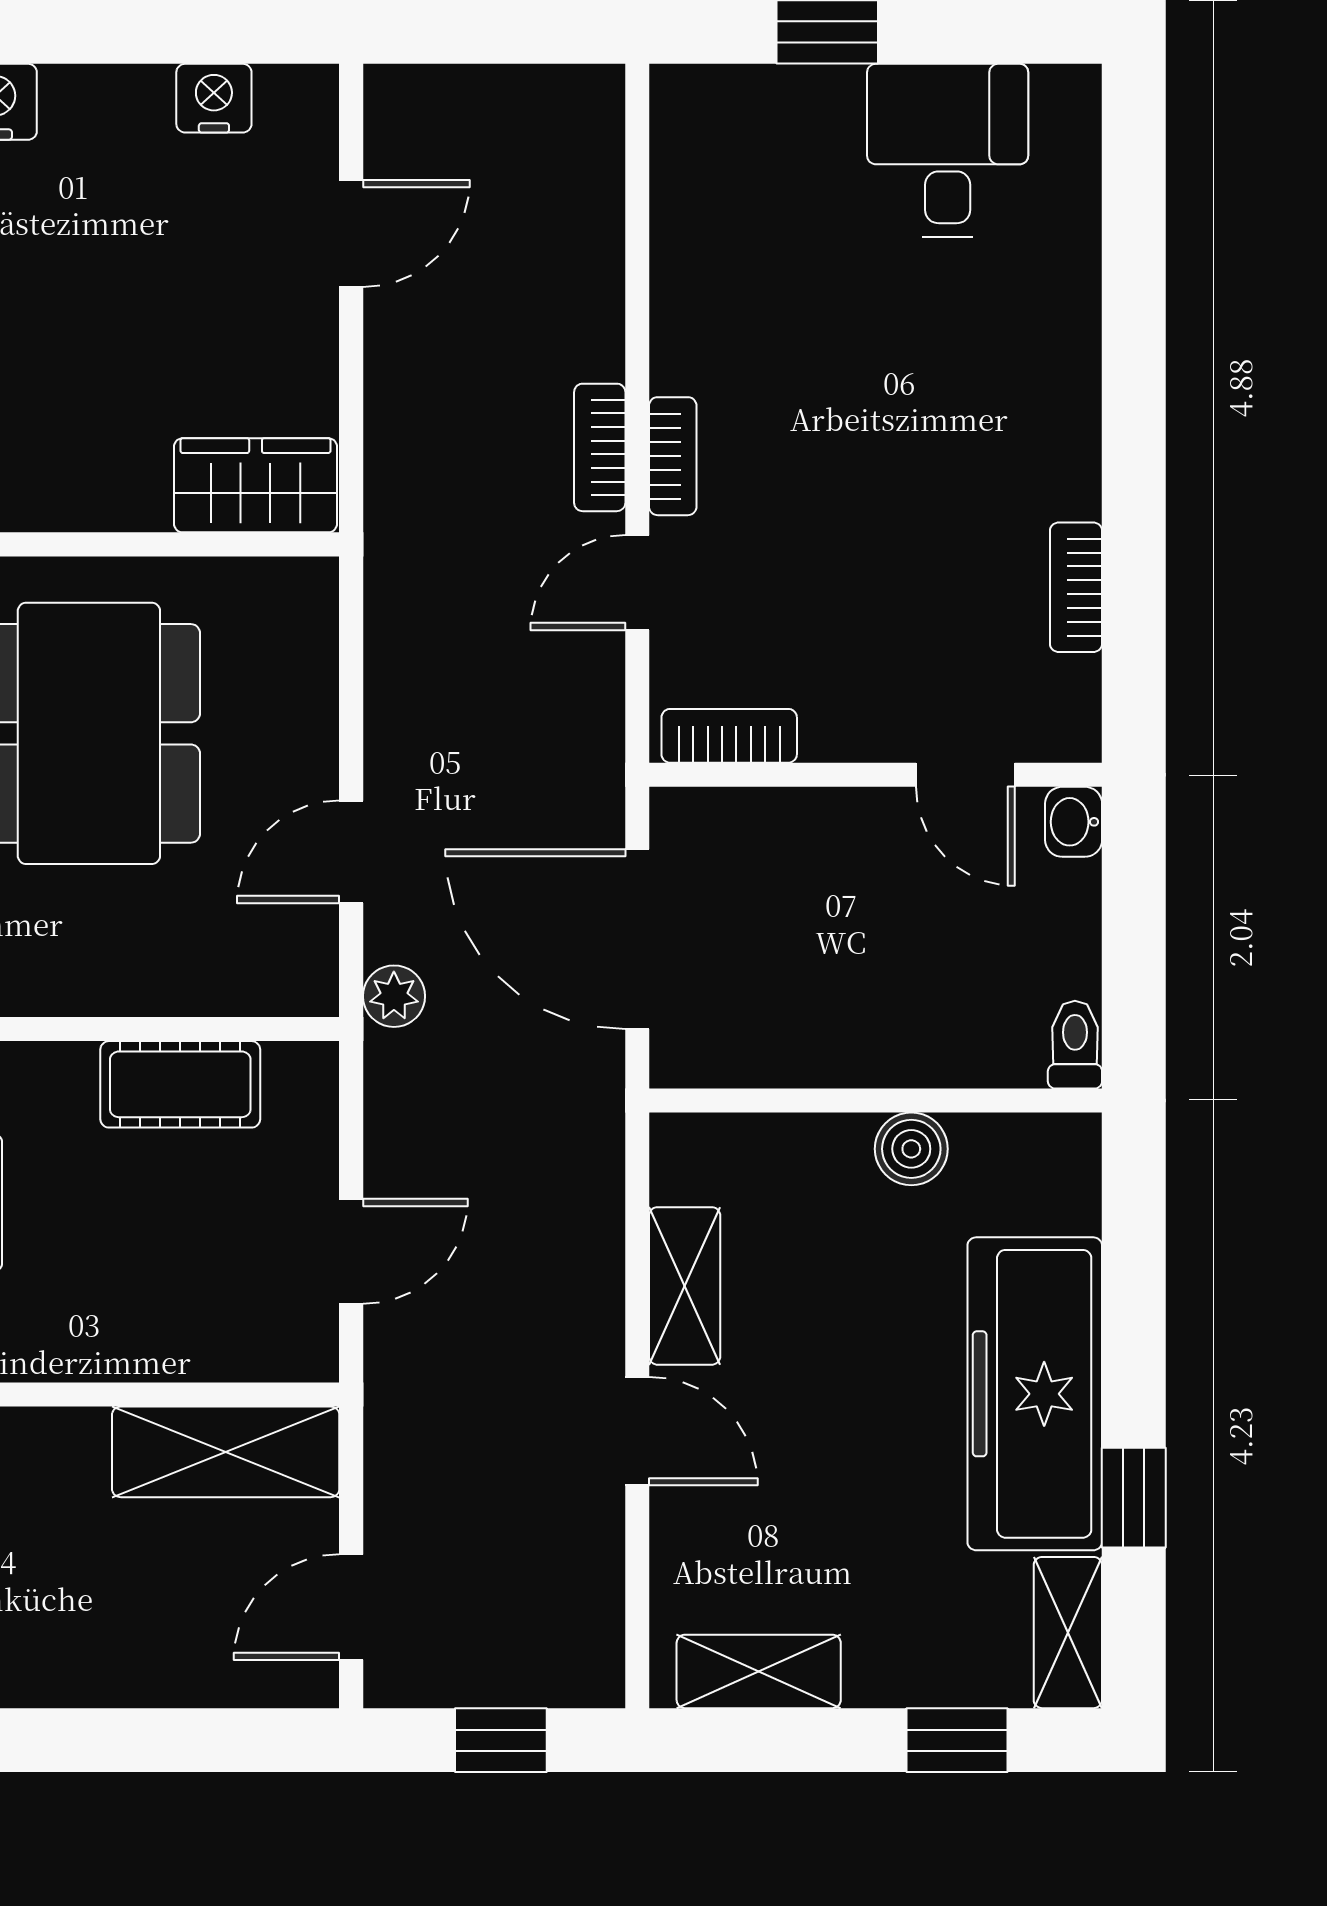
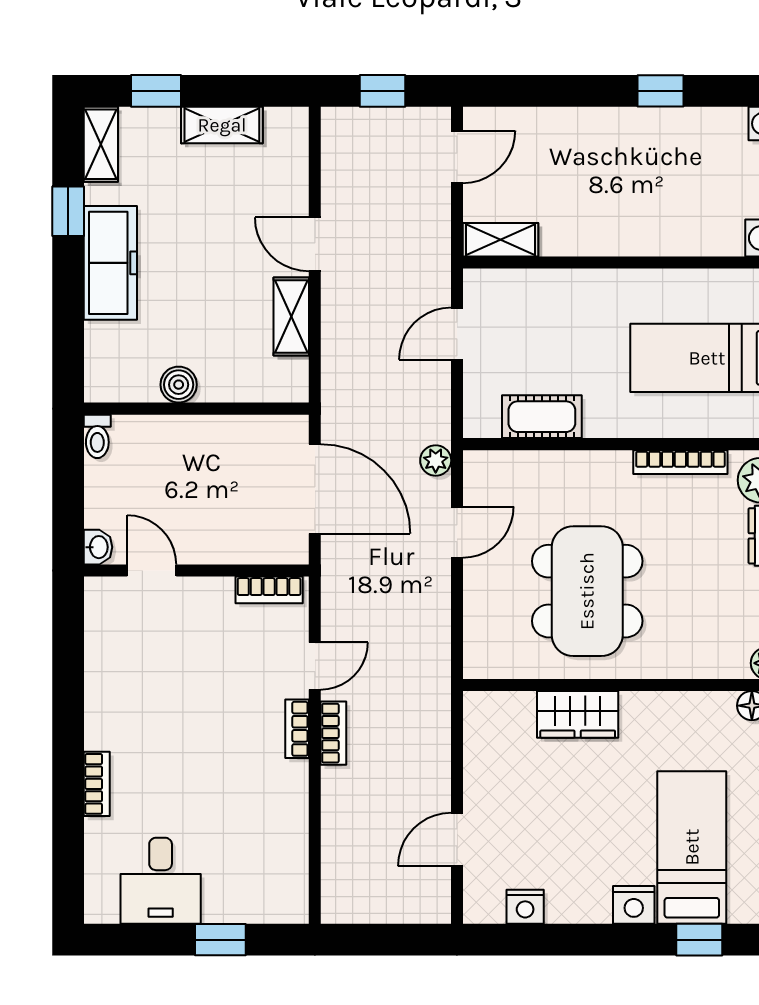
wardrobe: (256, 485) -> (578, 714), moved
bookcase: (1076, 587) -> (97, 784), moved
freezer: (1035, 1394) -> (110, 263), width x0.73, depth x0.79
shelving: (226, 1452) -> (500, 240), width x0.67, depth x0.75
shelving: (759, 1671) -> (222, 125), moved

